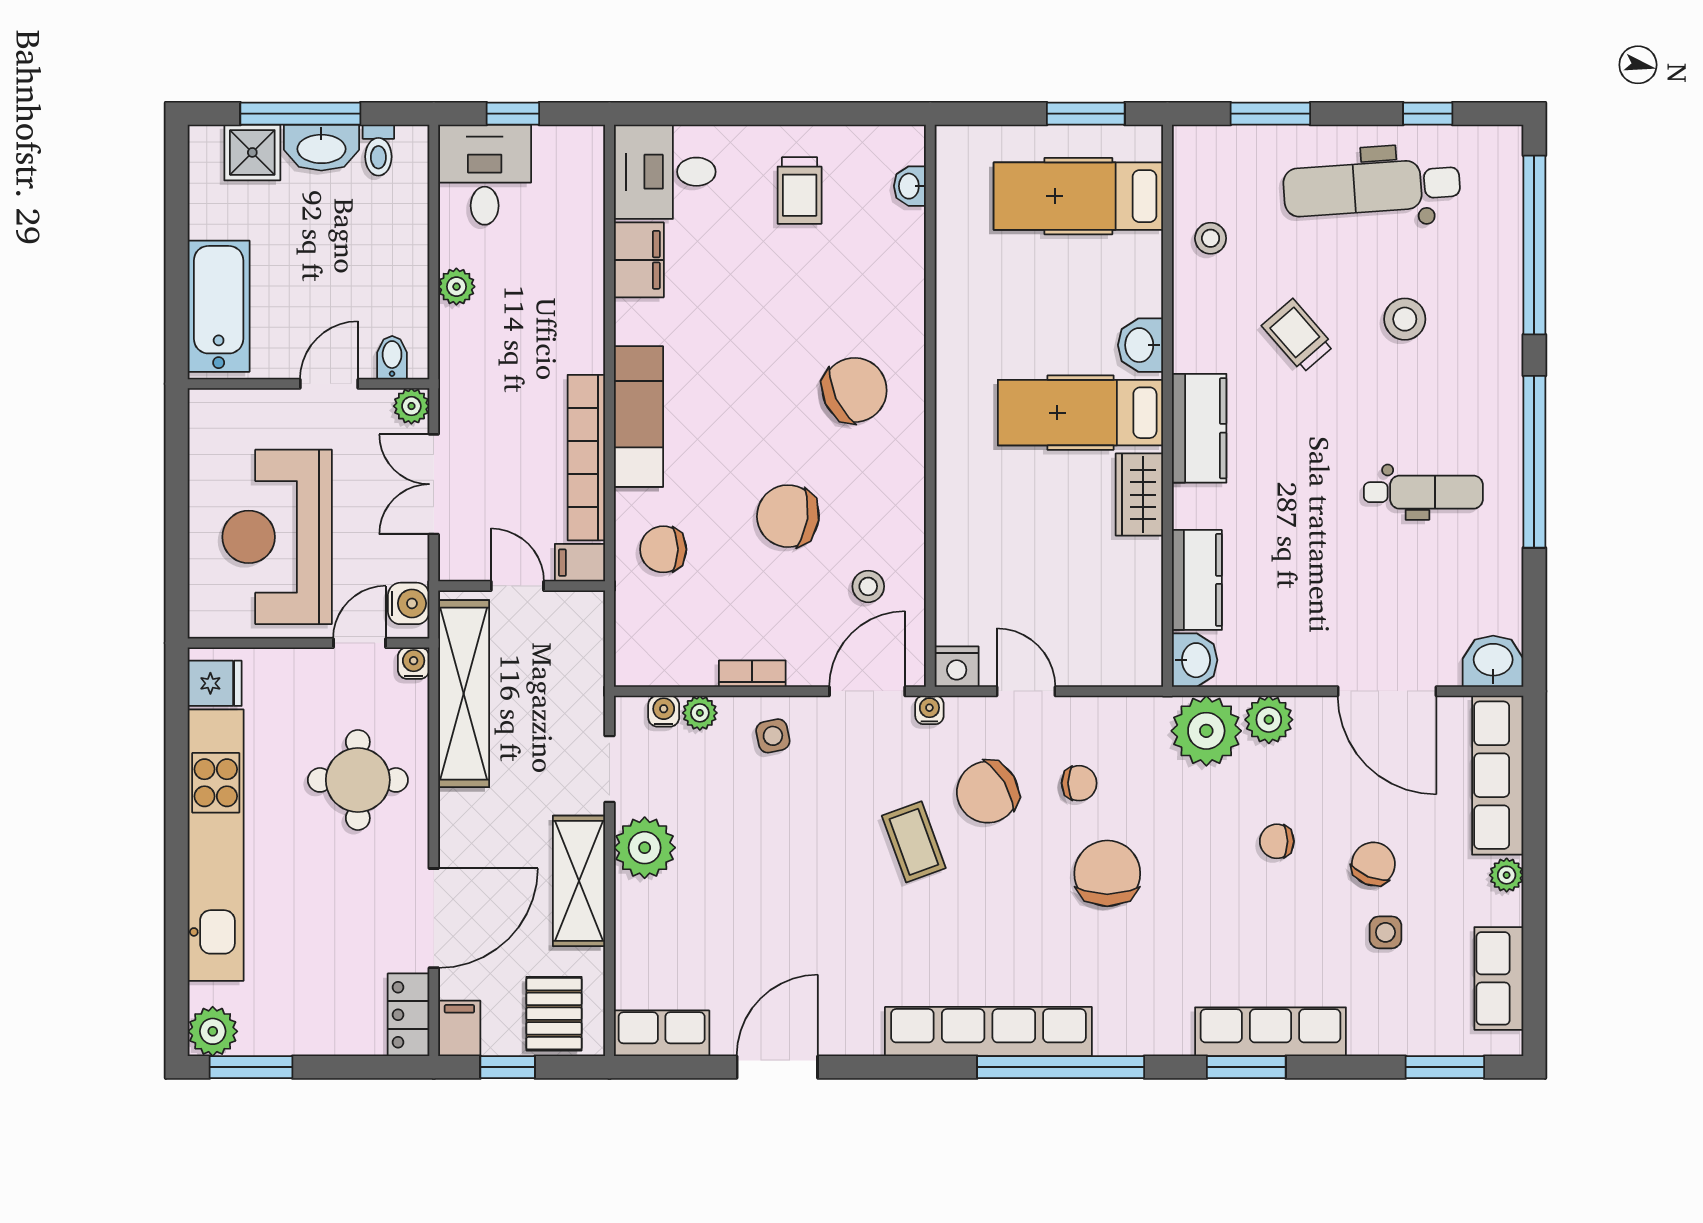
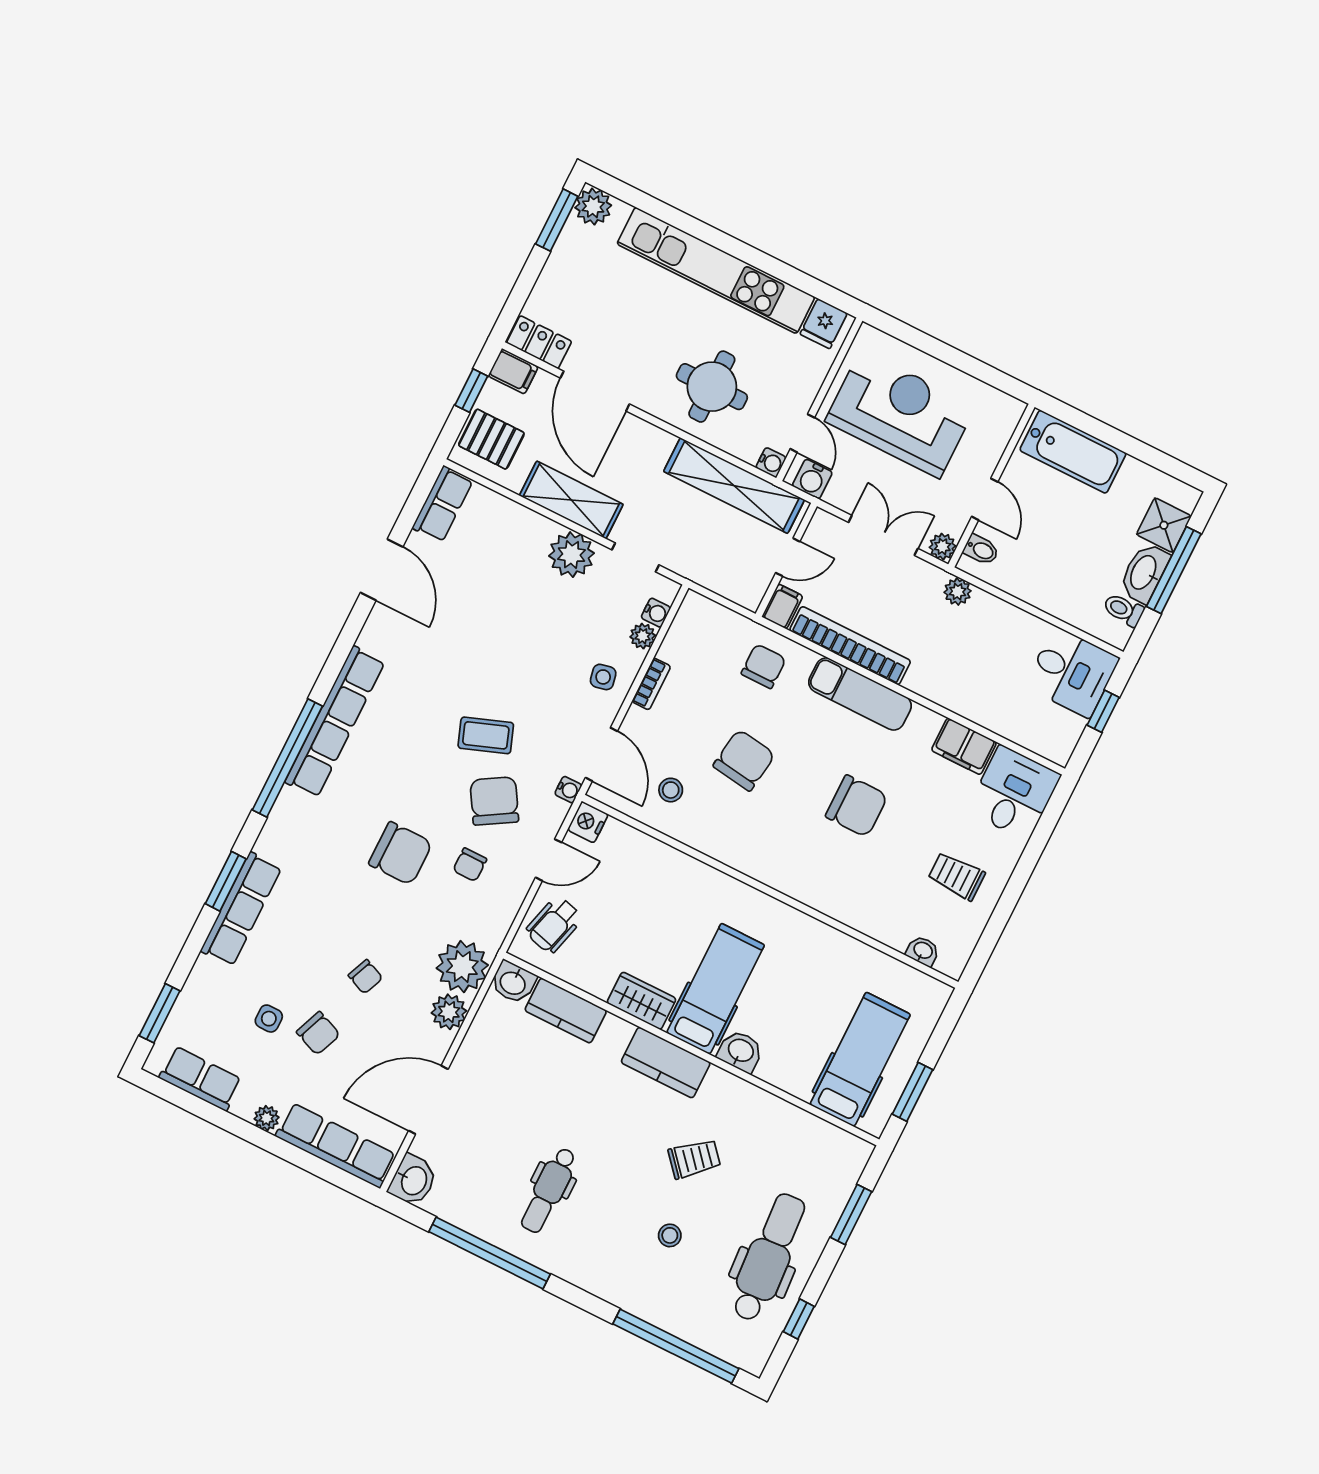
stool: (1211, 238) -> (788, 1133), removed
plant: (456, 287) -> (958, 592), moved
stool: (1405, 319) -> (670, 1235), width x0.73, depth x0.73
chair: (854, 390) -> (857, 806), moved, turned -65
window: (1534, 462) -> (490, 1253), moved
wheelchair: (1101, 646) -> (554, 925), added
chair: (1277, 841) -> (365, 977), turned 113

